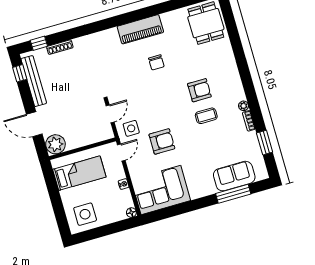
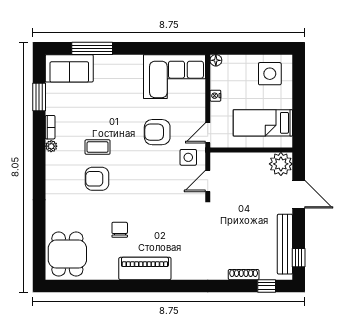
chair: (156, 62) -> (120, 230), moved
sofa: (234, 176) -> (69, 68), moved

